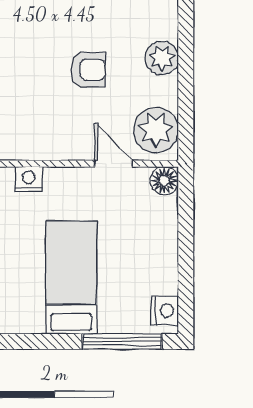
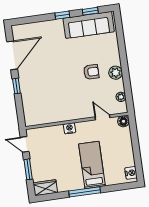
armchair: (88, 70) -> (91, 72), moved
plant: (156, 130) -> (121, 97), width x0.53, depth x0.53
window: (122, 341) -> (85, 192), moved

